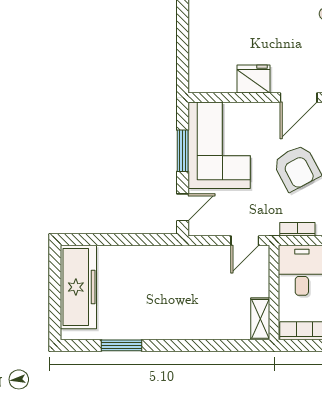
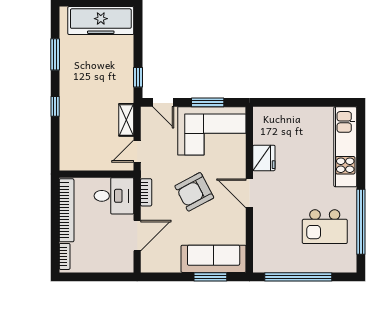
window: (151, 240) -> (138, 77), added
door: (245, 241) -> (137, 151), hinge flipped
shelving: (260, 319) -> (126, 120), moved, turned 90
window: (188, 345) -> (55, 106), added

